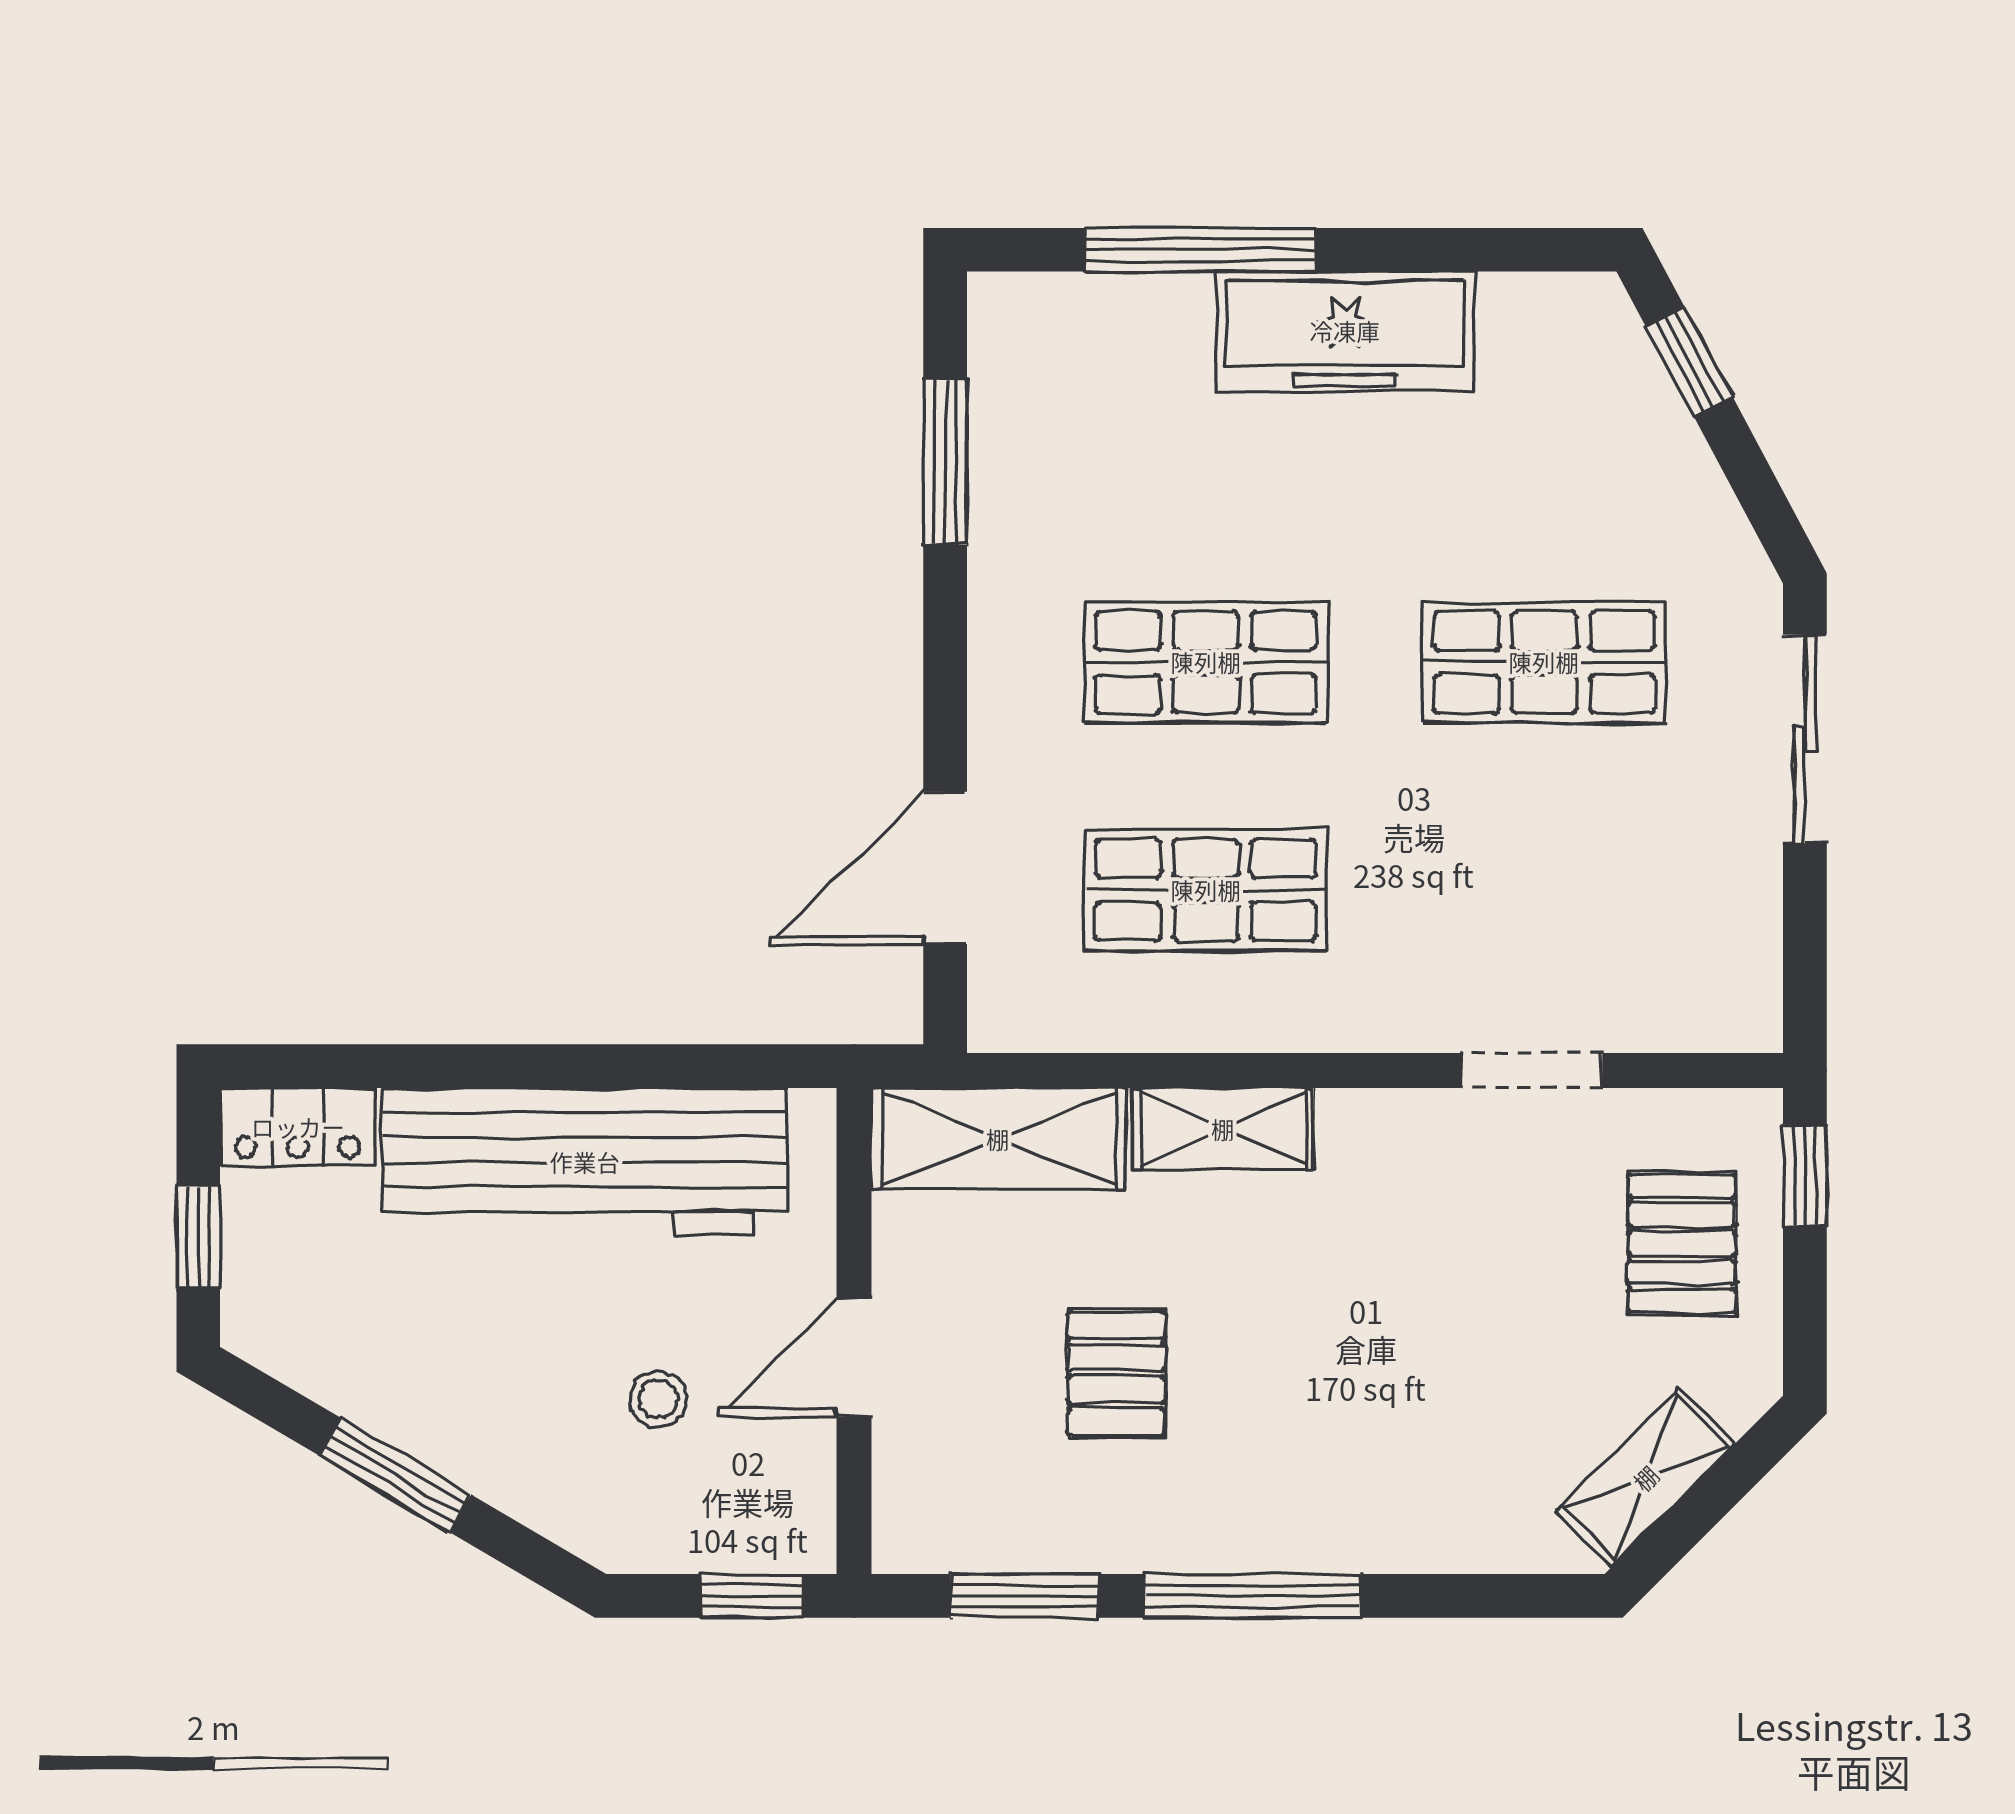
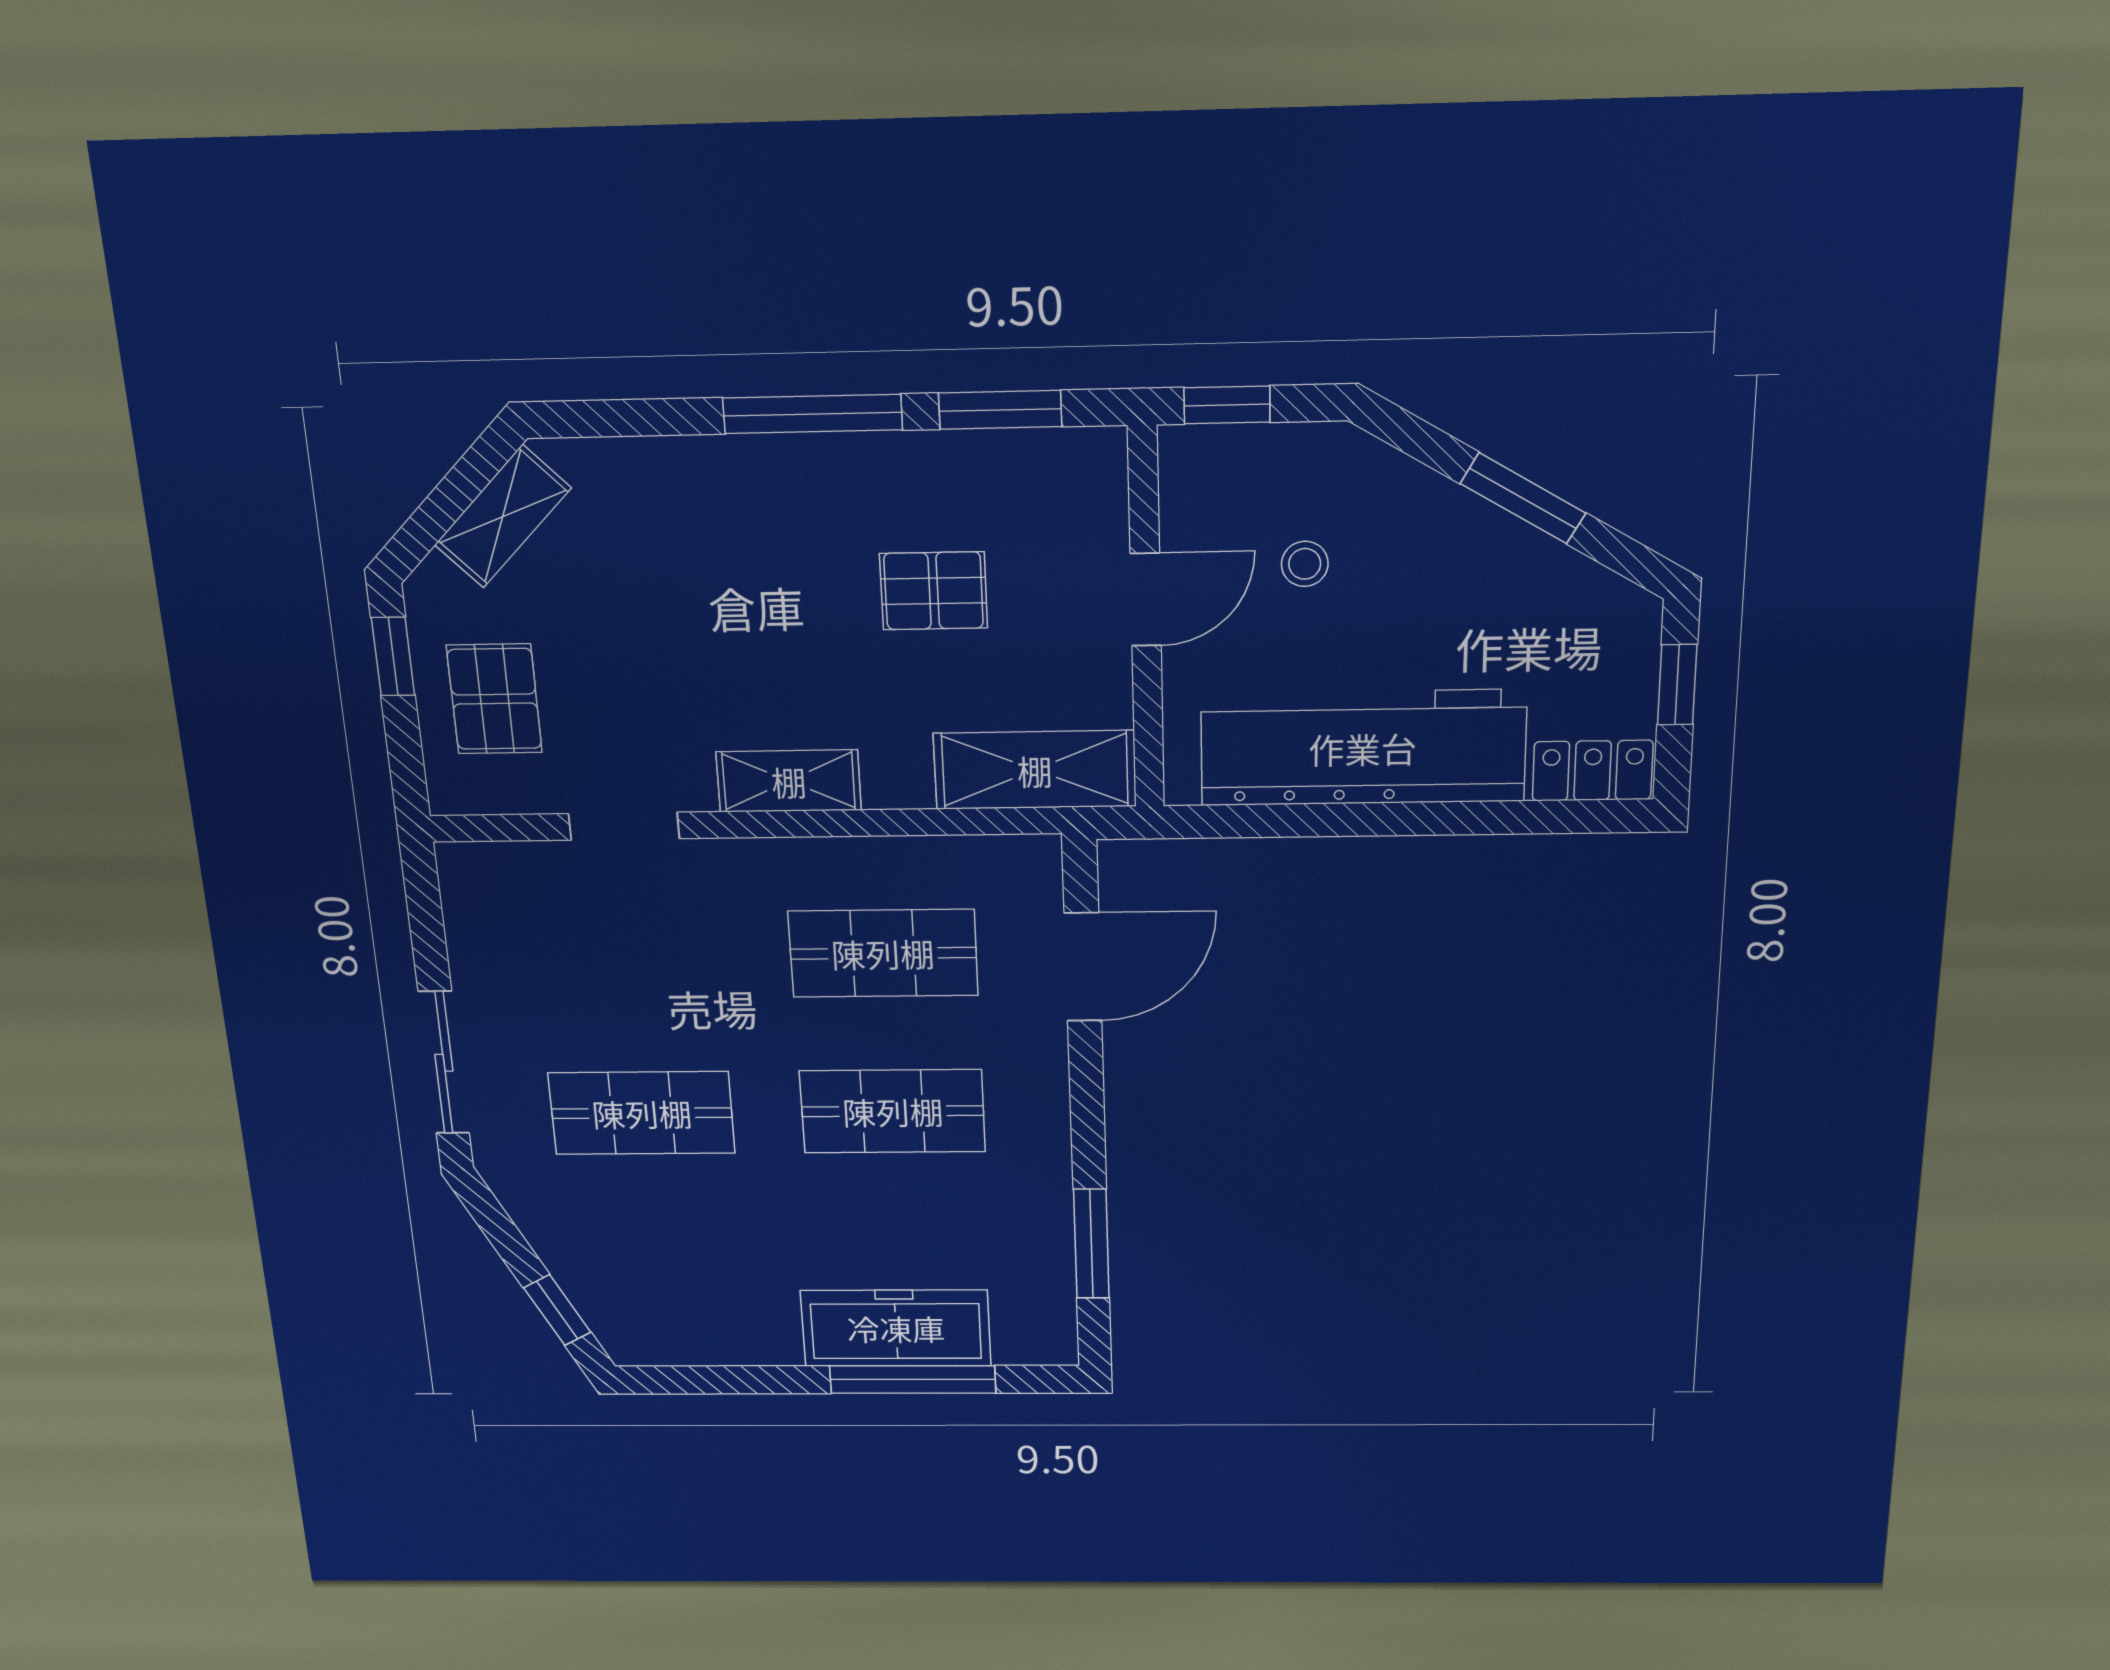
freezer: (1345, 331) -> (896, 1328), moved
shelving: (1223, 1129) -> (789, 781), moved
window: (1805, 1176) -> (393, 656), moved
pallet: (1116, 1374) -> (934, 591), turned 90

